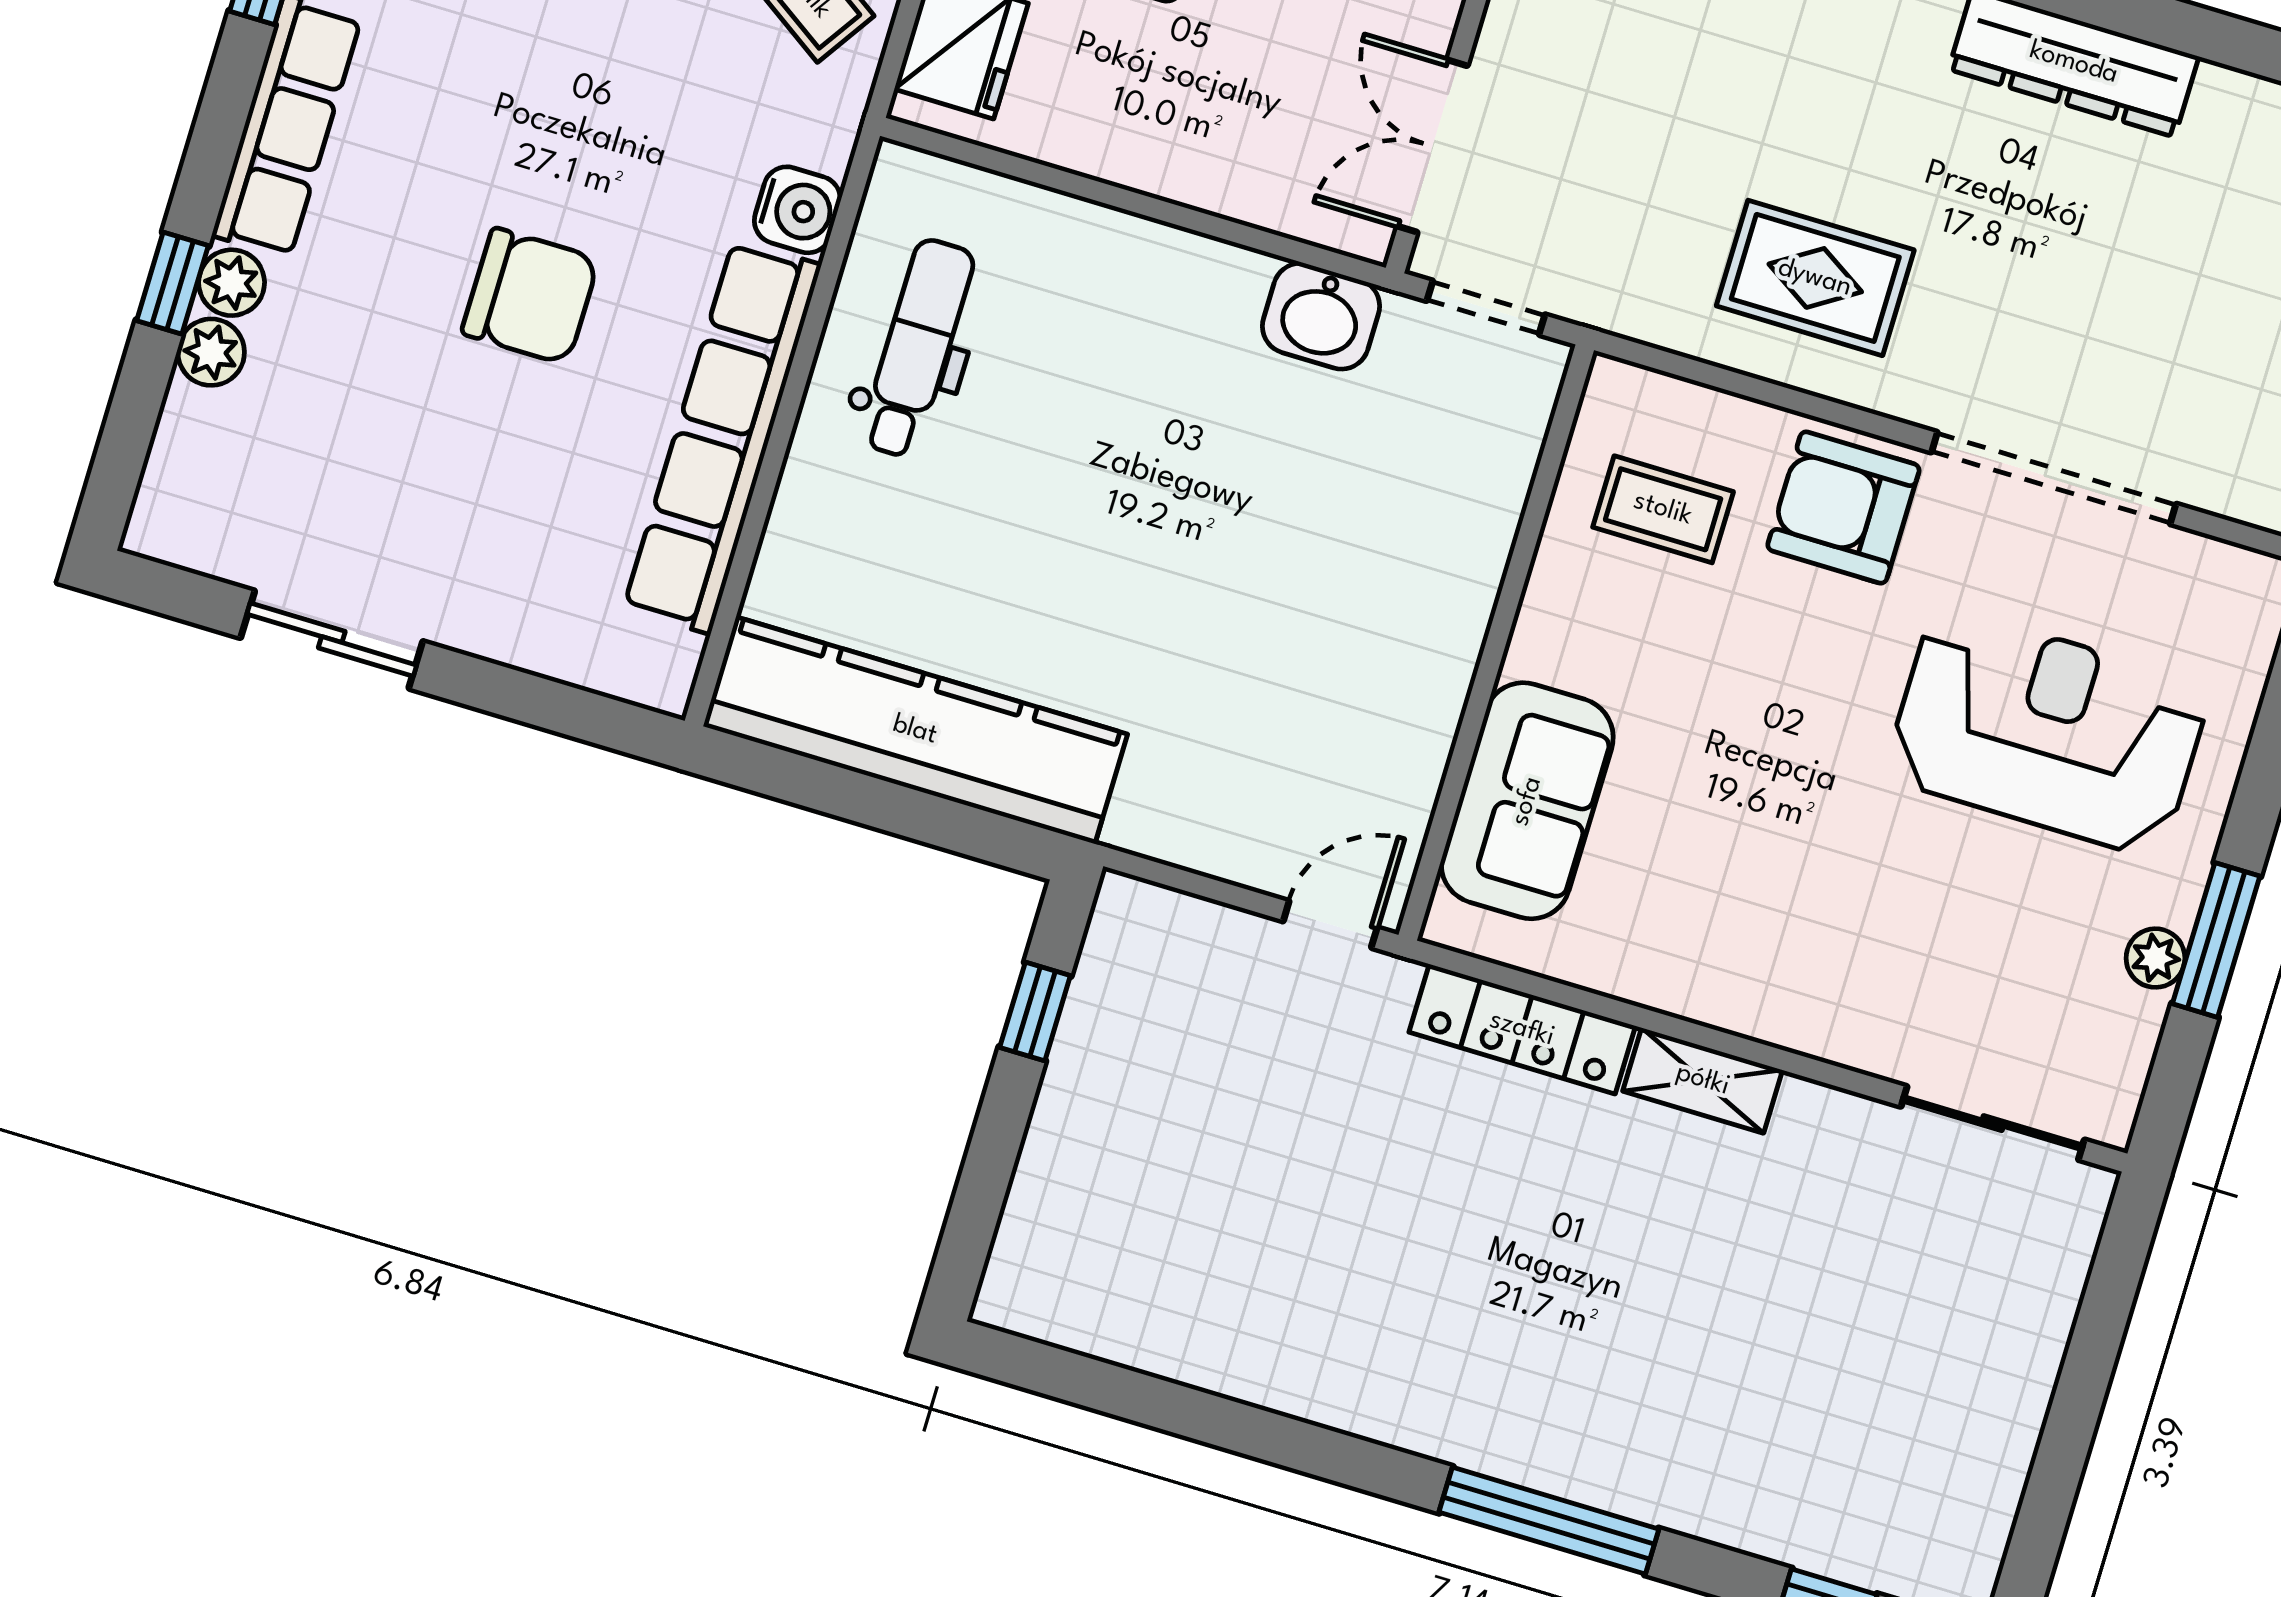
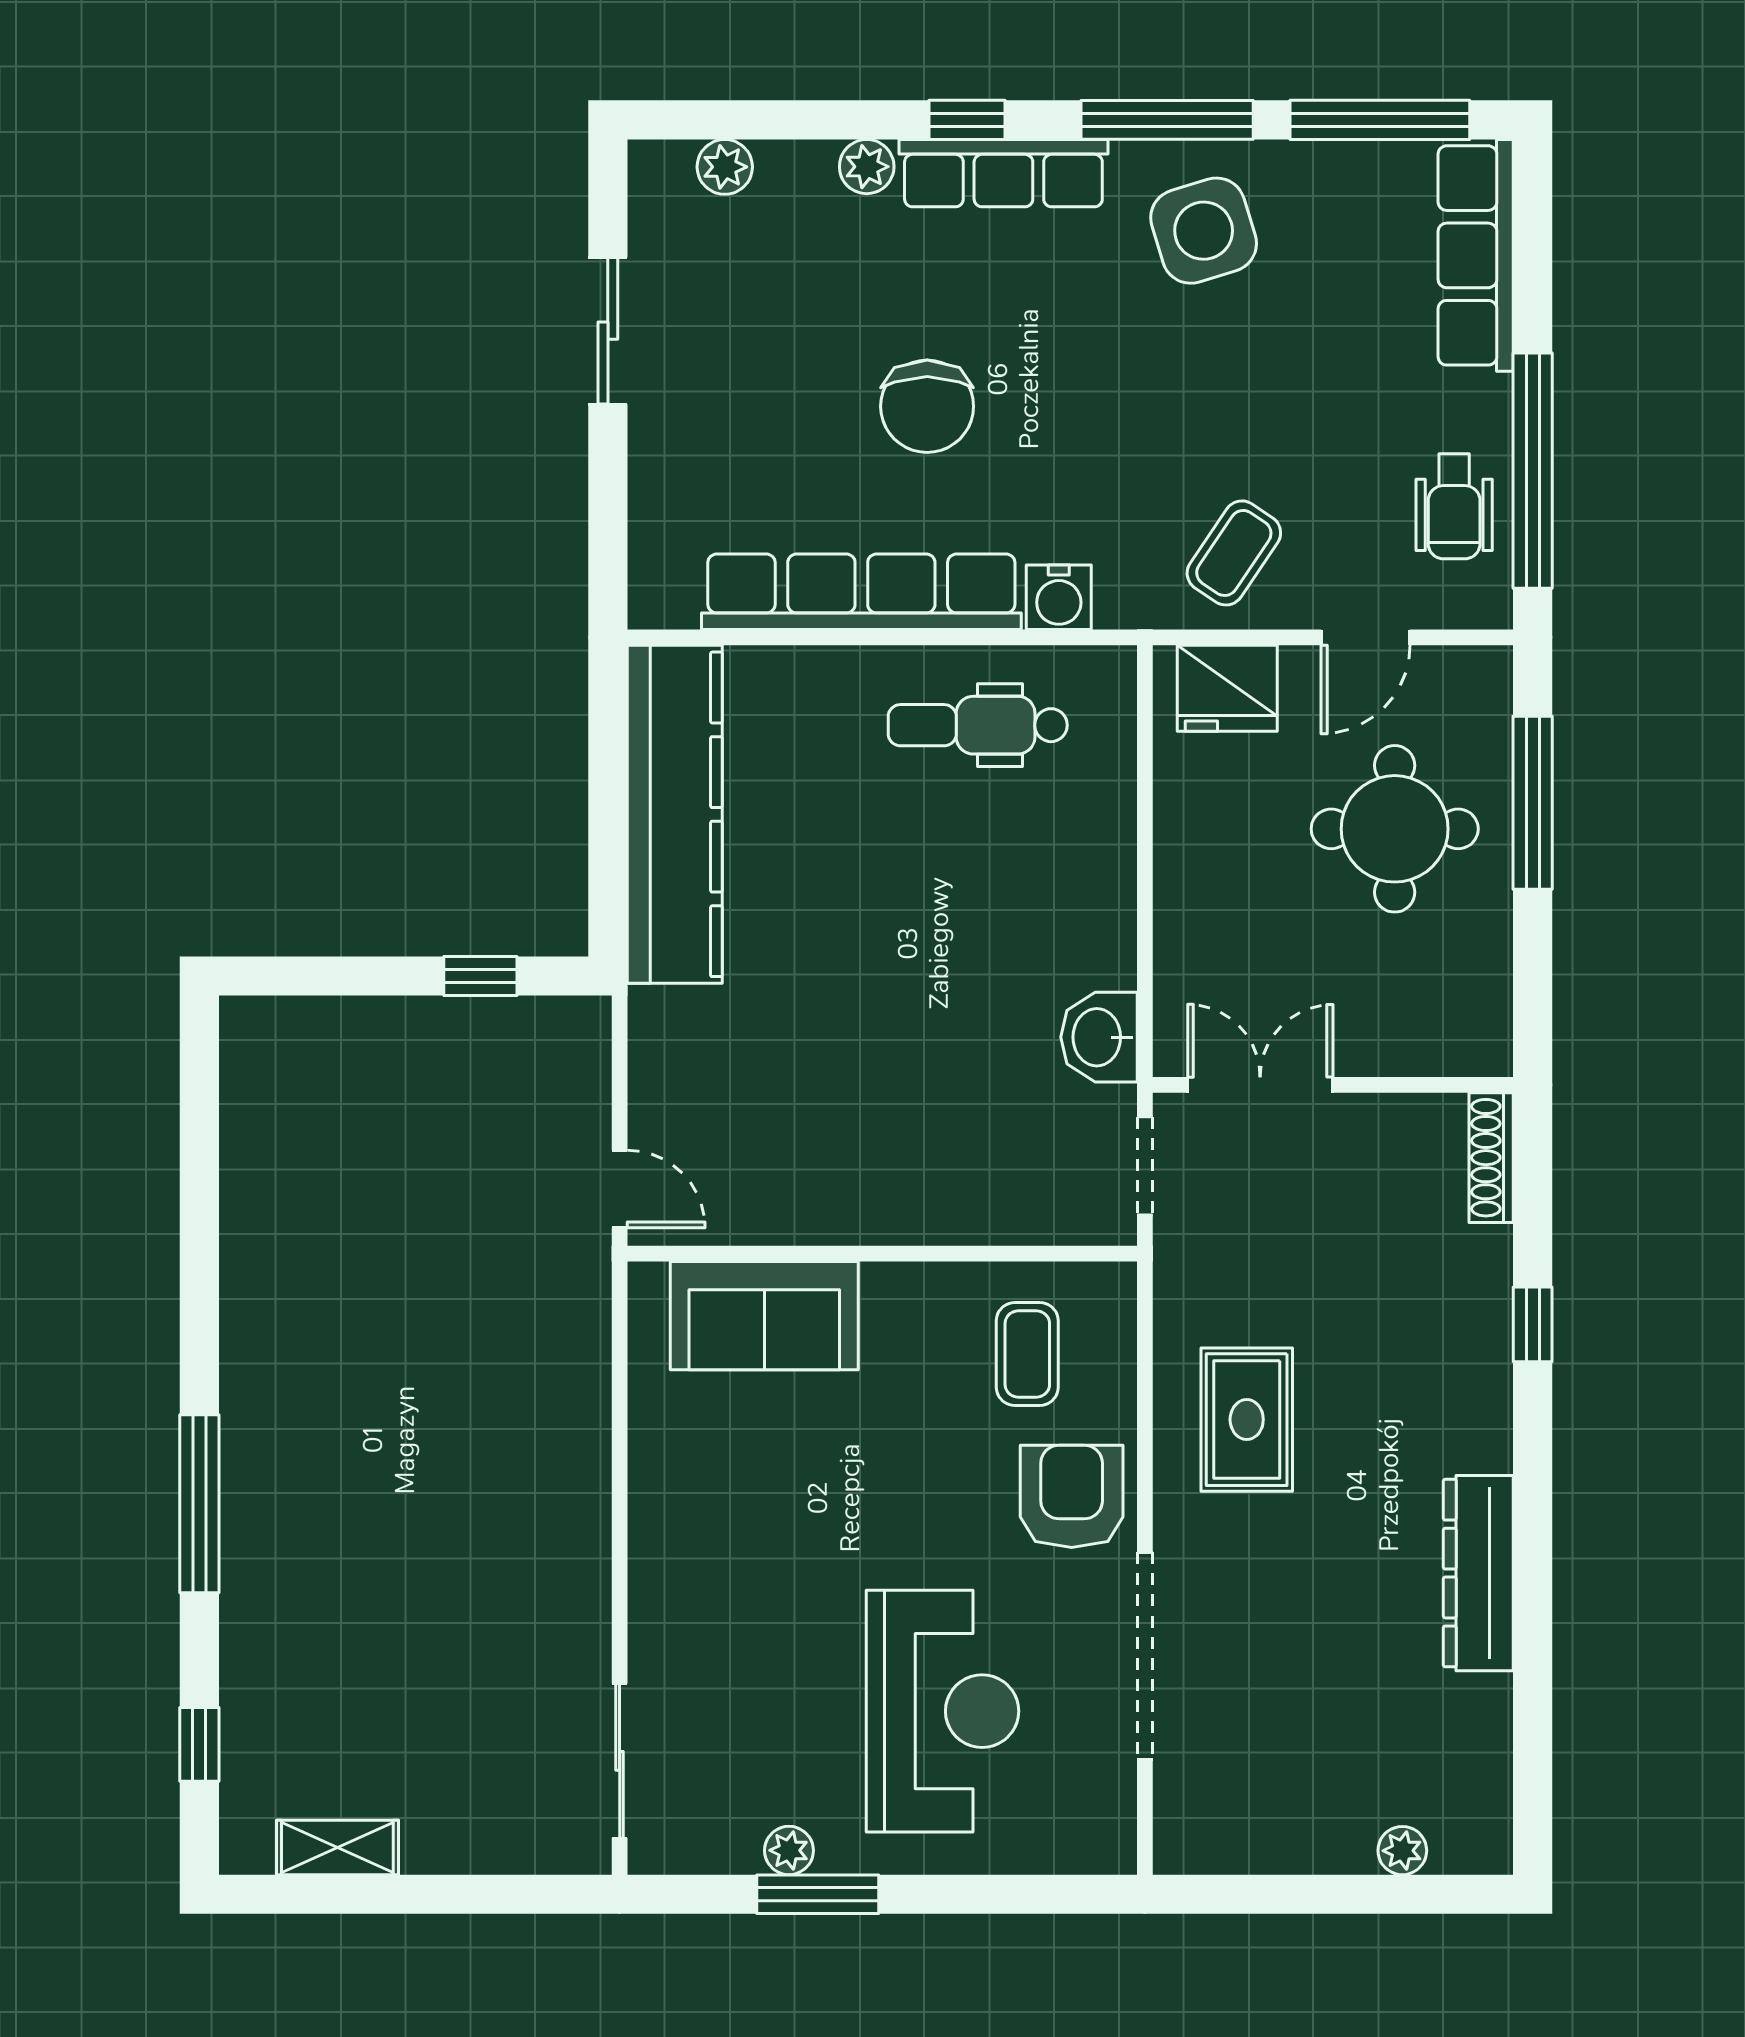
window: (173, 283) -> (967, 120), moved
dental chair: (917, 348) -> (978, 725), turned 180
plant: (211, 352) -> (725, 167), moved
locker: (1522, 1029) -> (582, 1366), removed
shelving: (1703, 1080) -> (337, 1847), moved, turned 90

